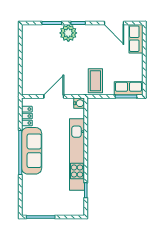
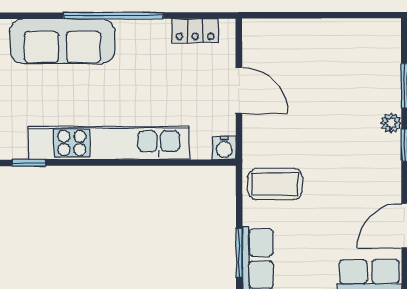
plant: (68, 33) -> (391, 123), width x0.53, depth x0.53
sofa: (32, 151) -> (62, 41), moved

